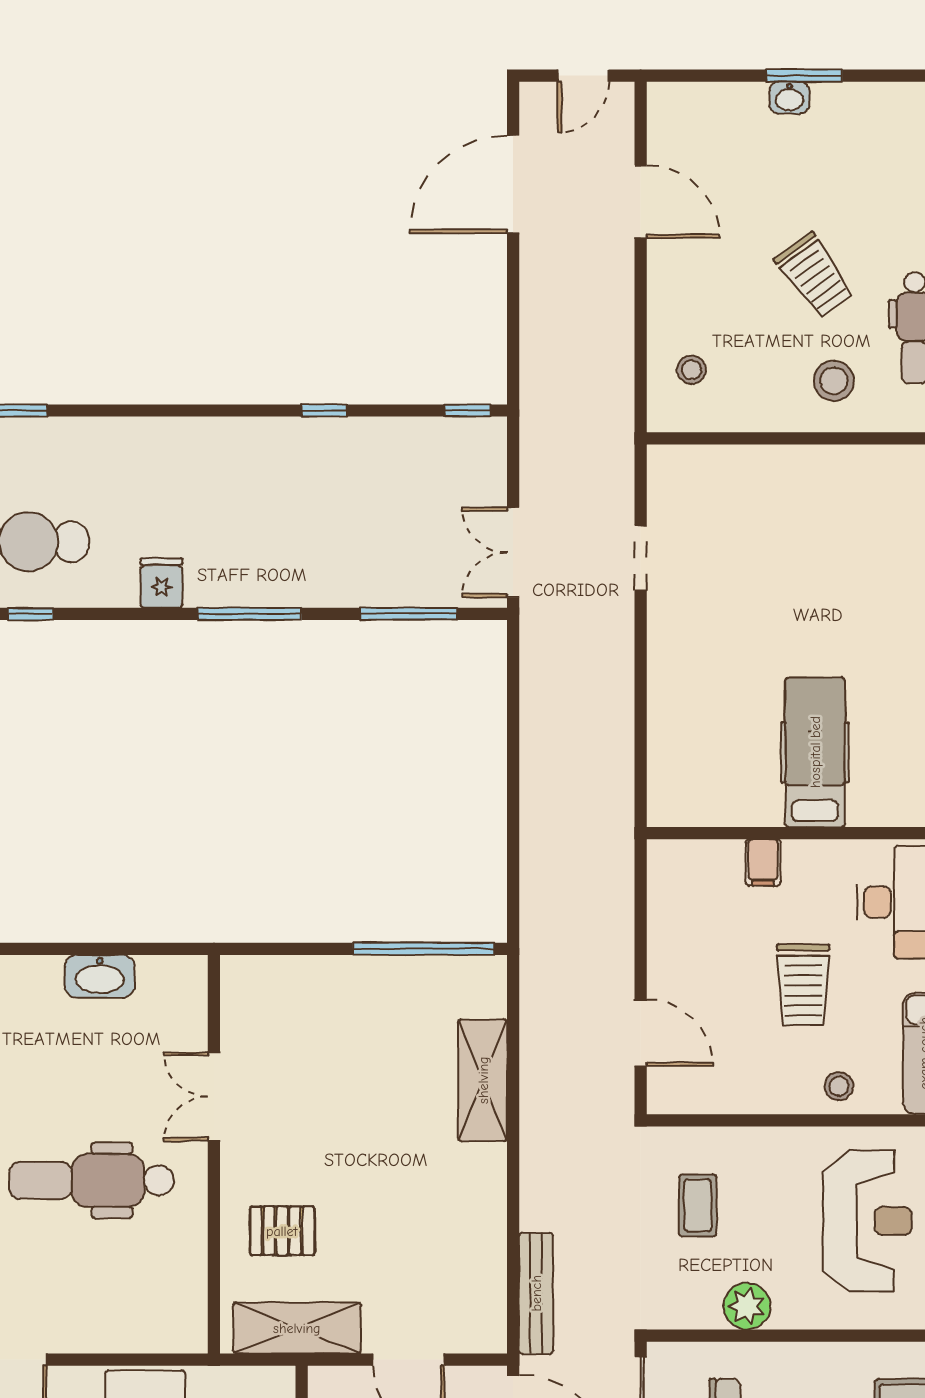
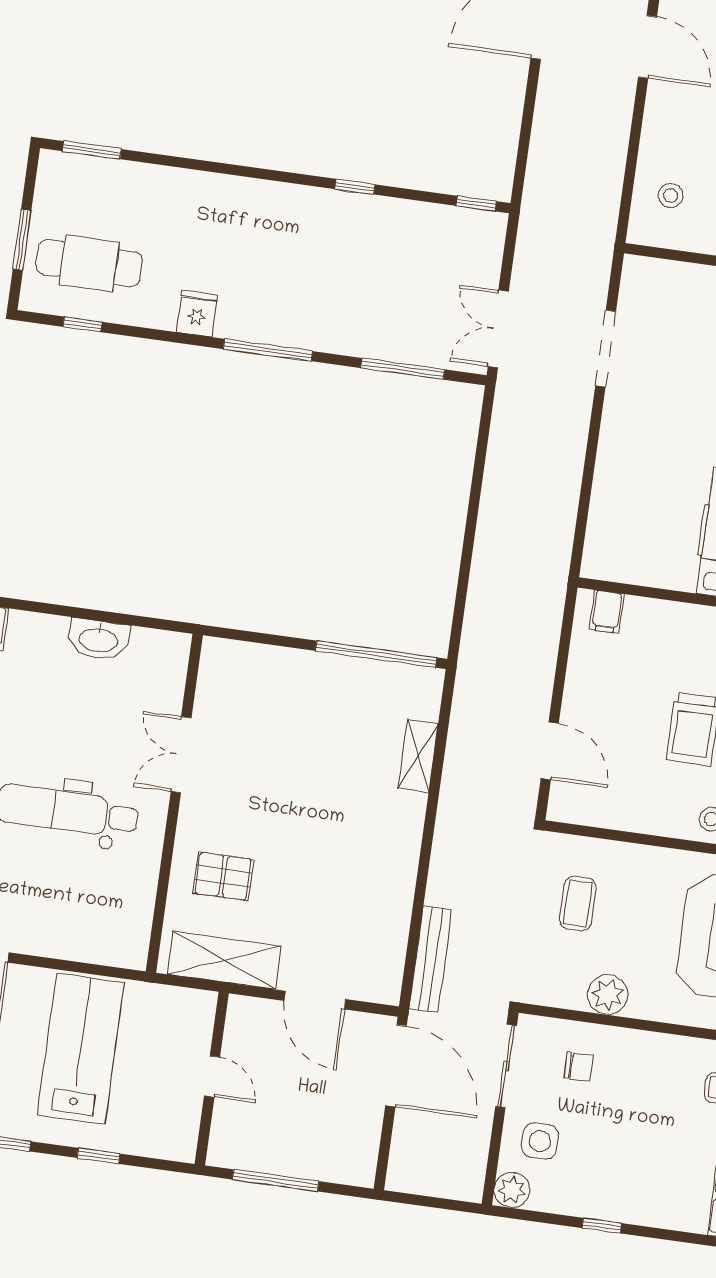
doorway: (641, 558) -> (606, 349), width x1.38
filing cabinet: (763, 863) -> (607, 612), moved
shelving: (483, 1080) -> (418, 756), width x0.67, depth x0.75

